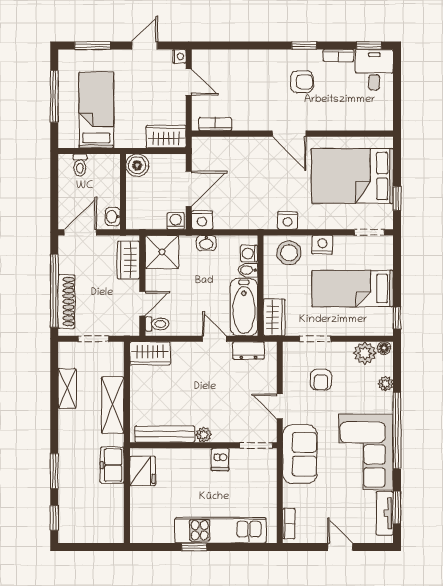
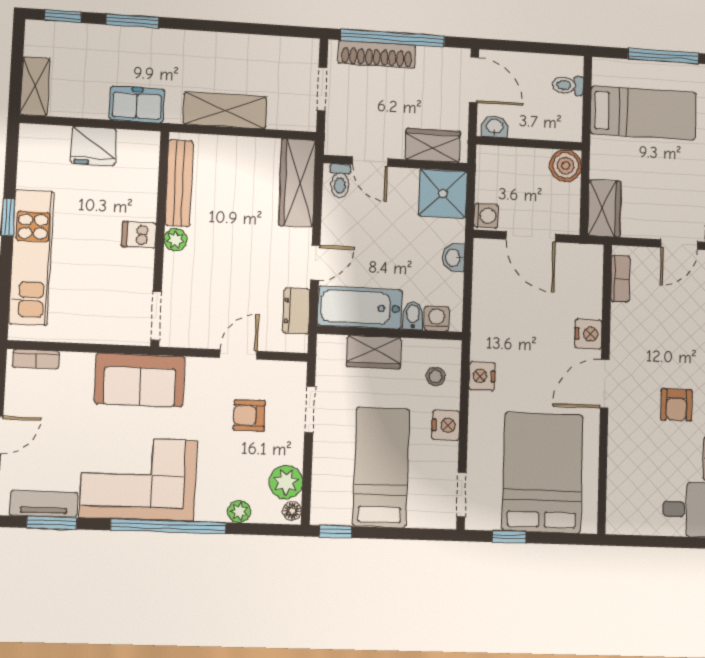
nightstand: (202, 220) -> (588, 334), moved, turned 180
stool: (289, 253) -> (436, 376), width x0.53, depth x0.53
wardrobe: (274, 317) -> (374, 352), moved
wardrobe: (150, 353) -> (297, 183), width x1.50
shelving: (67, 388) -> (35, 86), moved, turned 90
door: (280, 406) -> (238, 354), moved
dishwasher: (220, 460) -> (139, 235), moved
fridge: (143, 471) -> (94, 146), moved

